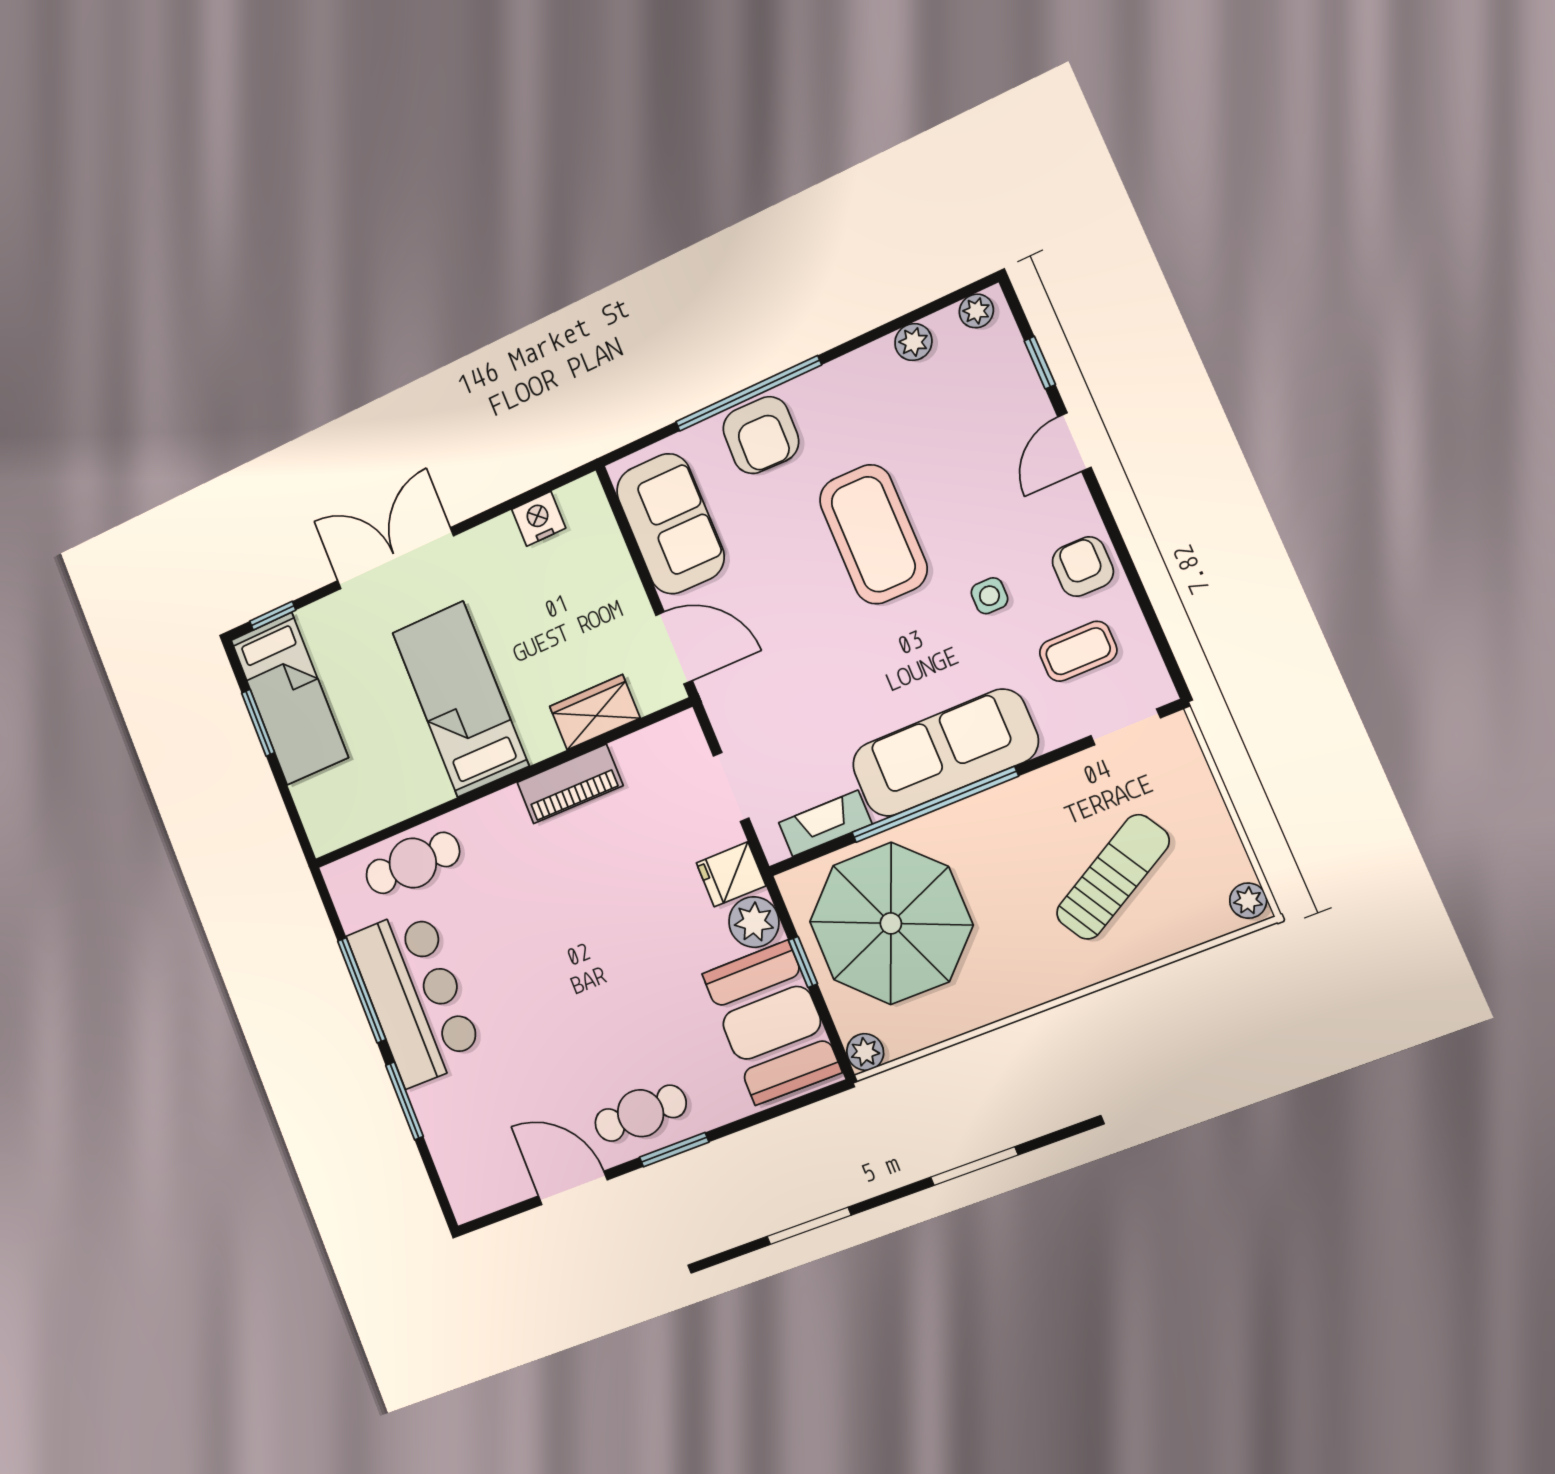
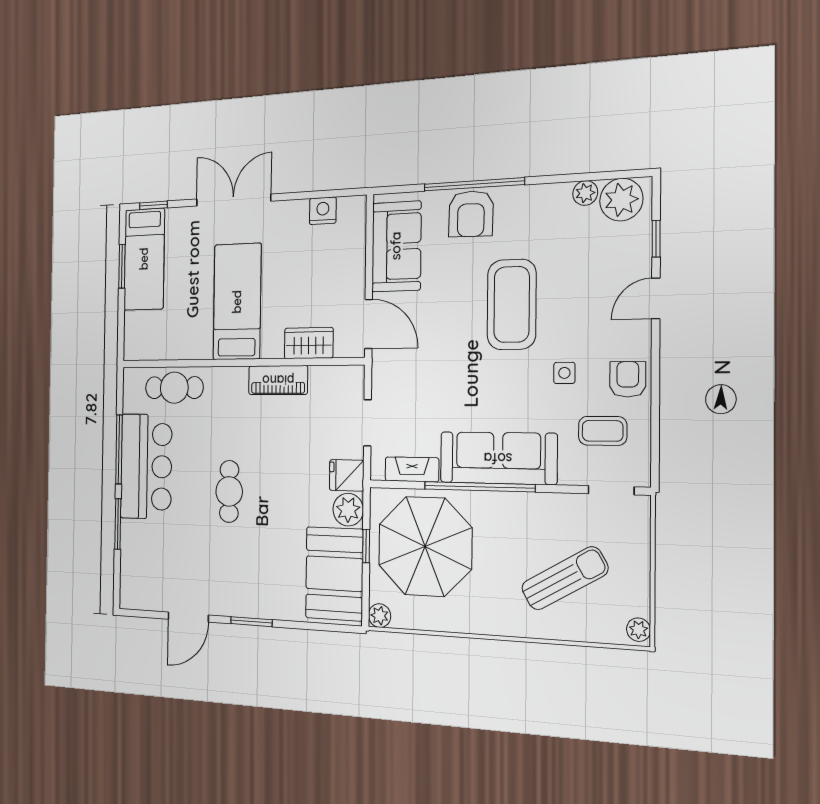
plant: (976, 311) -> (621, 200), width x1.87, depth x1.87
cafe table: (641, 1113) -> (229, 491), moved, turned 90
door: (573, 1188) -> (188, 617), swing flipped

